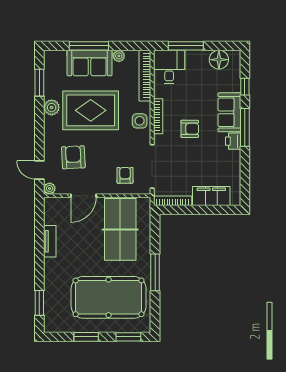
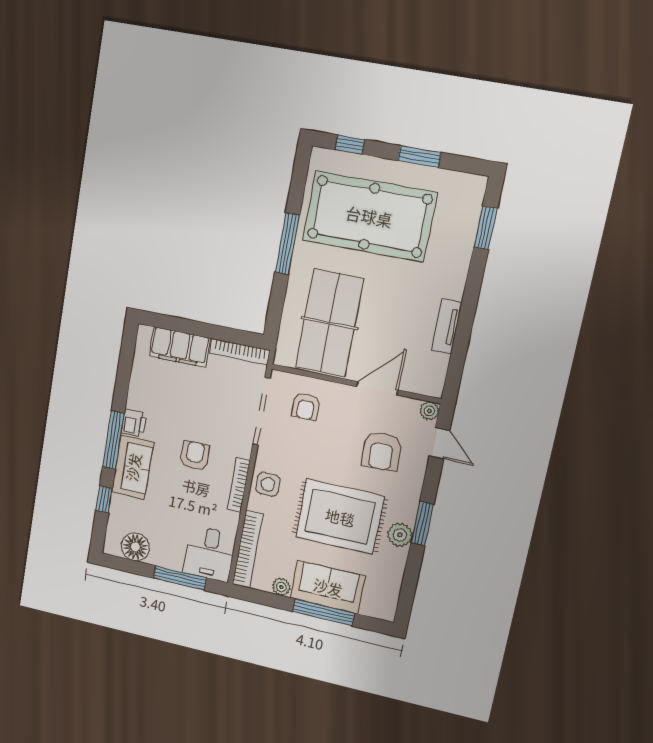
window: (39, 83) -> (422, 523), moved
armchair: (190, 129) -> (195, 456), turned 90
window: (128, 337) -> (350, 145), width x0.67

